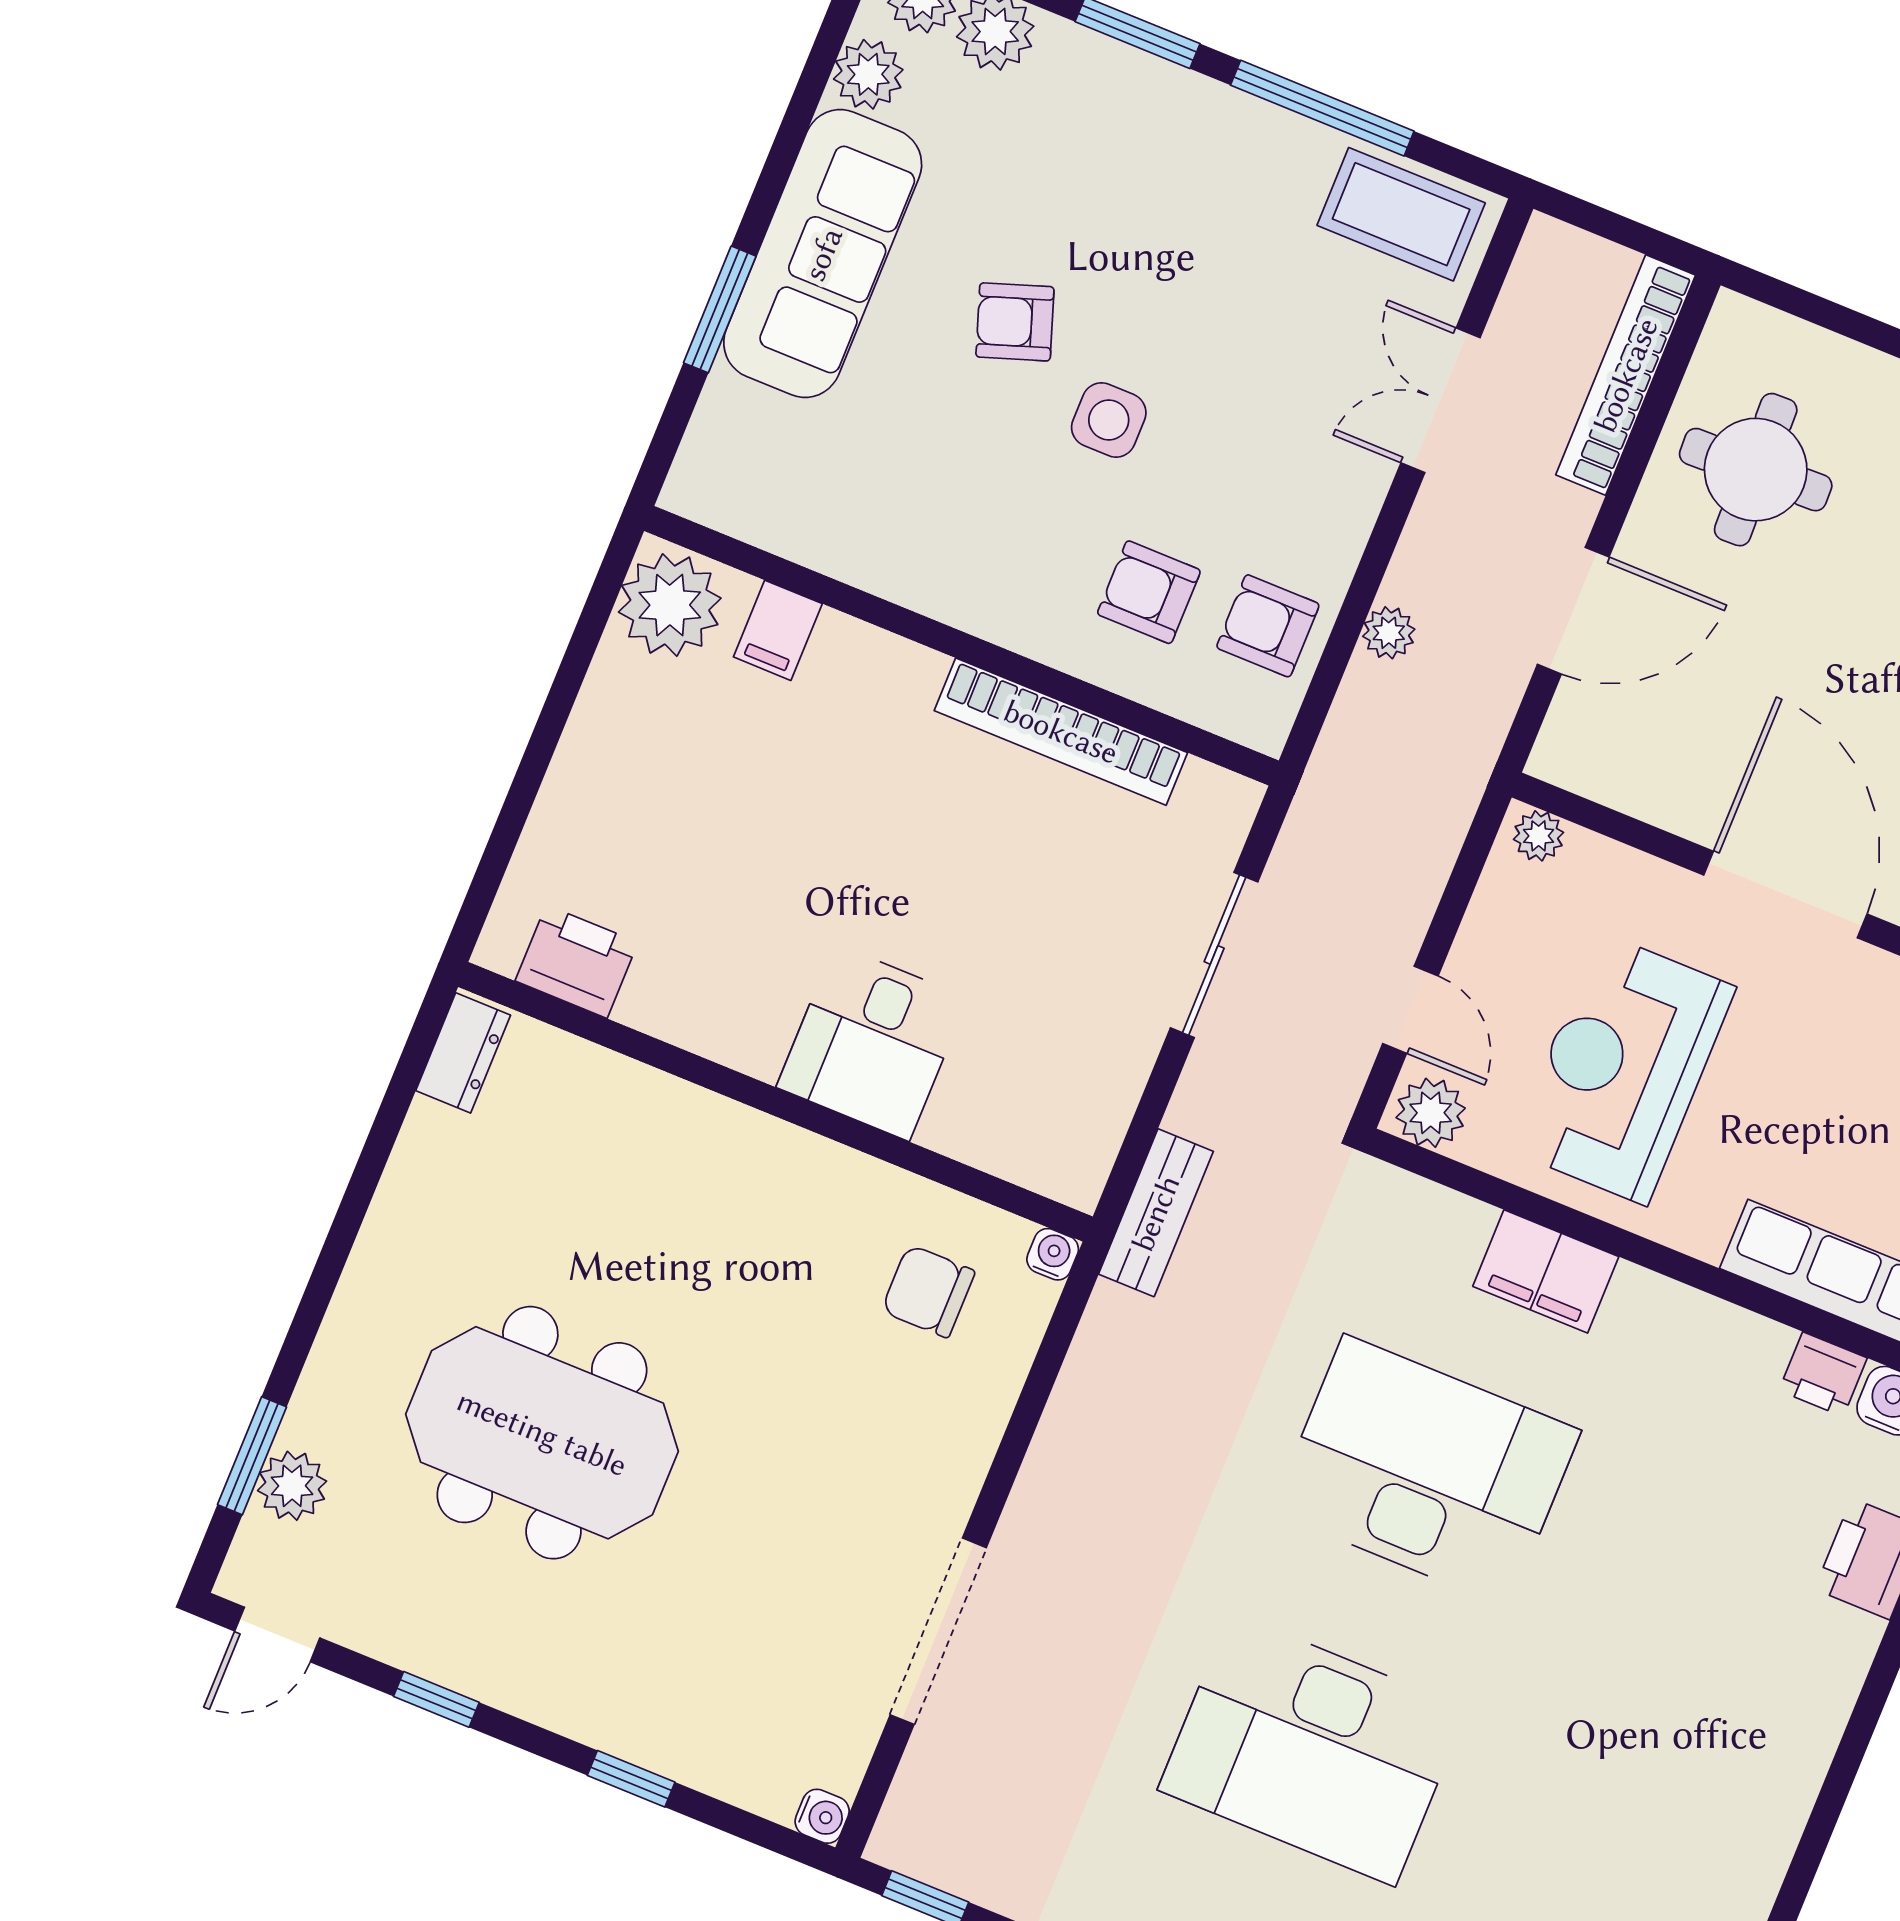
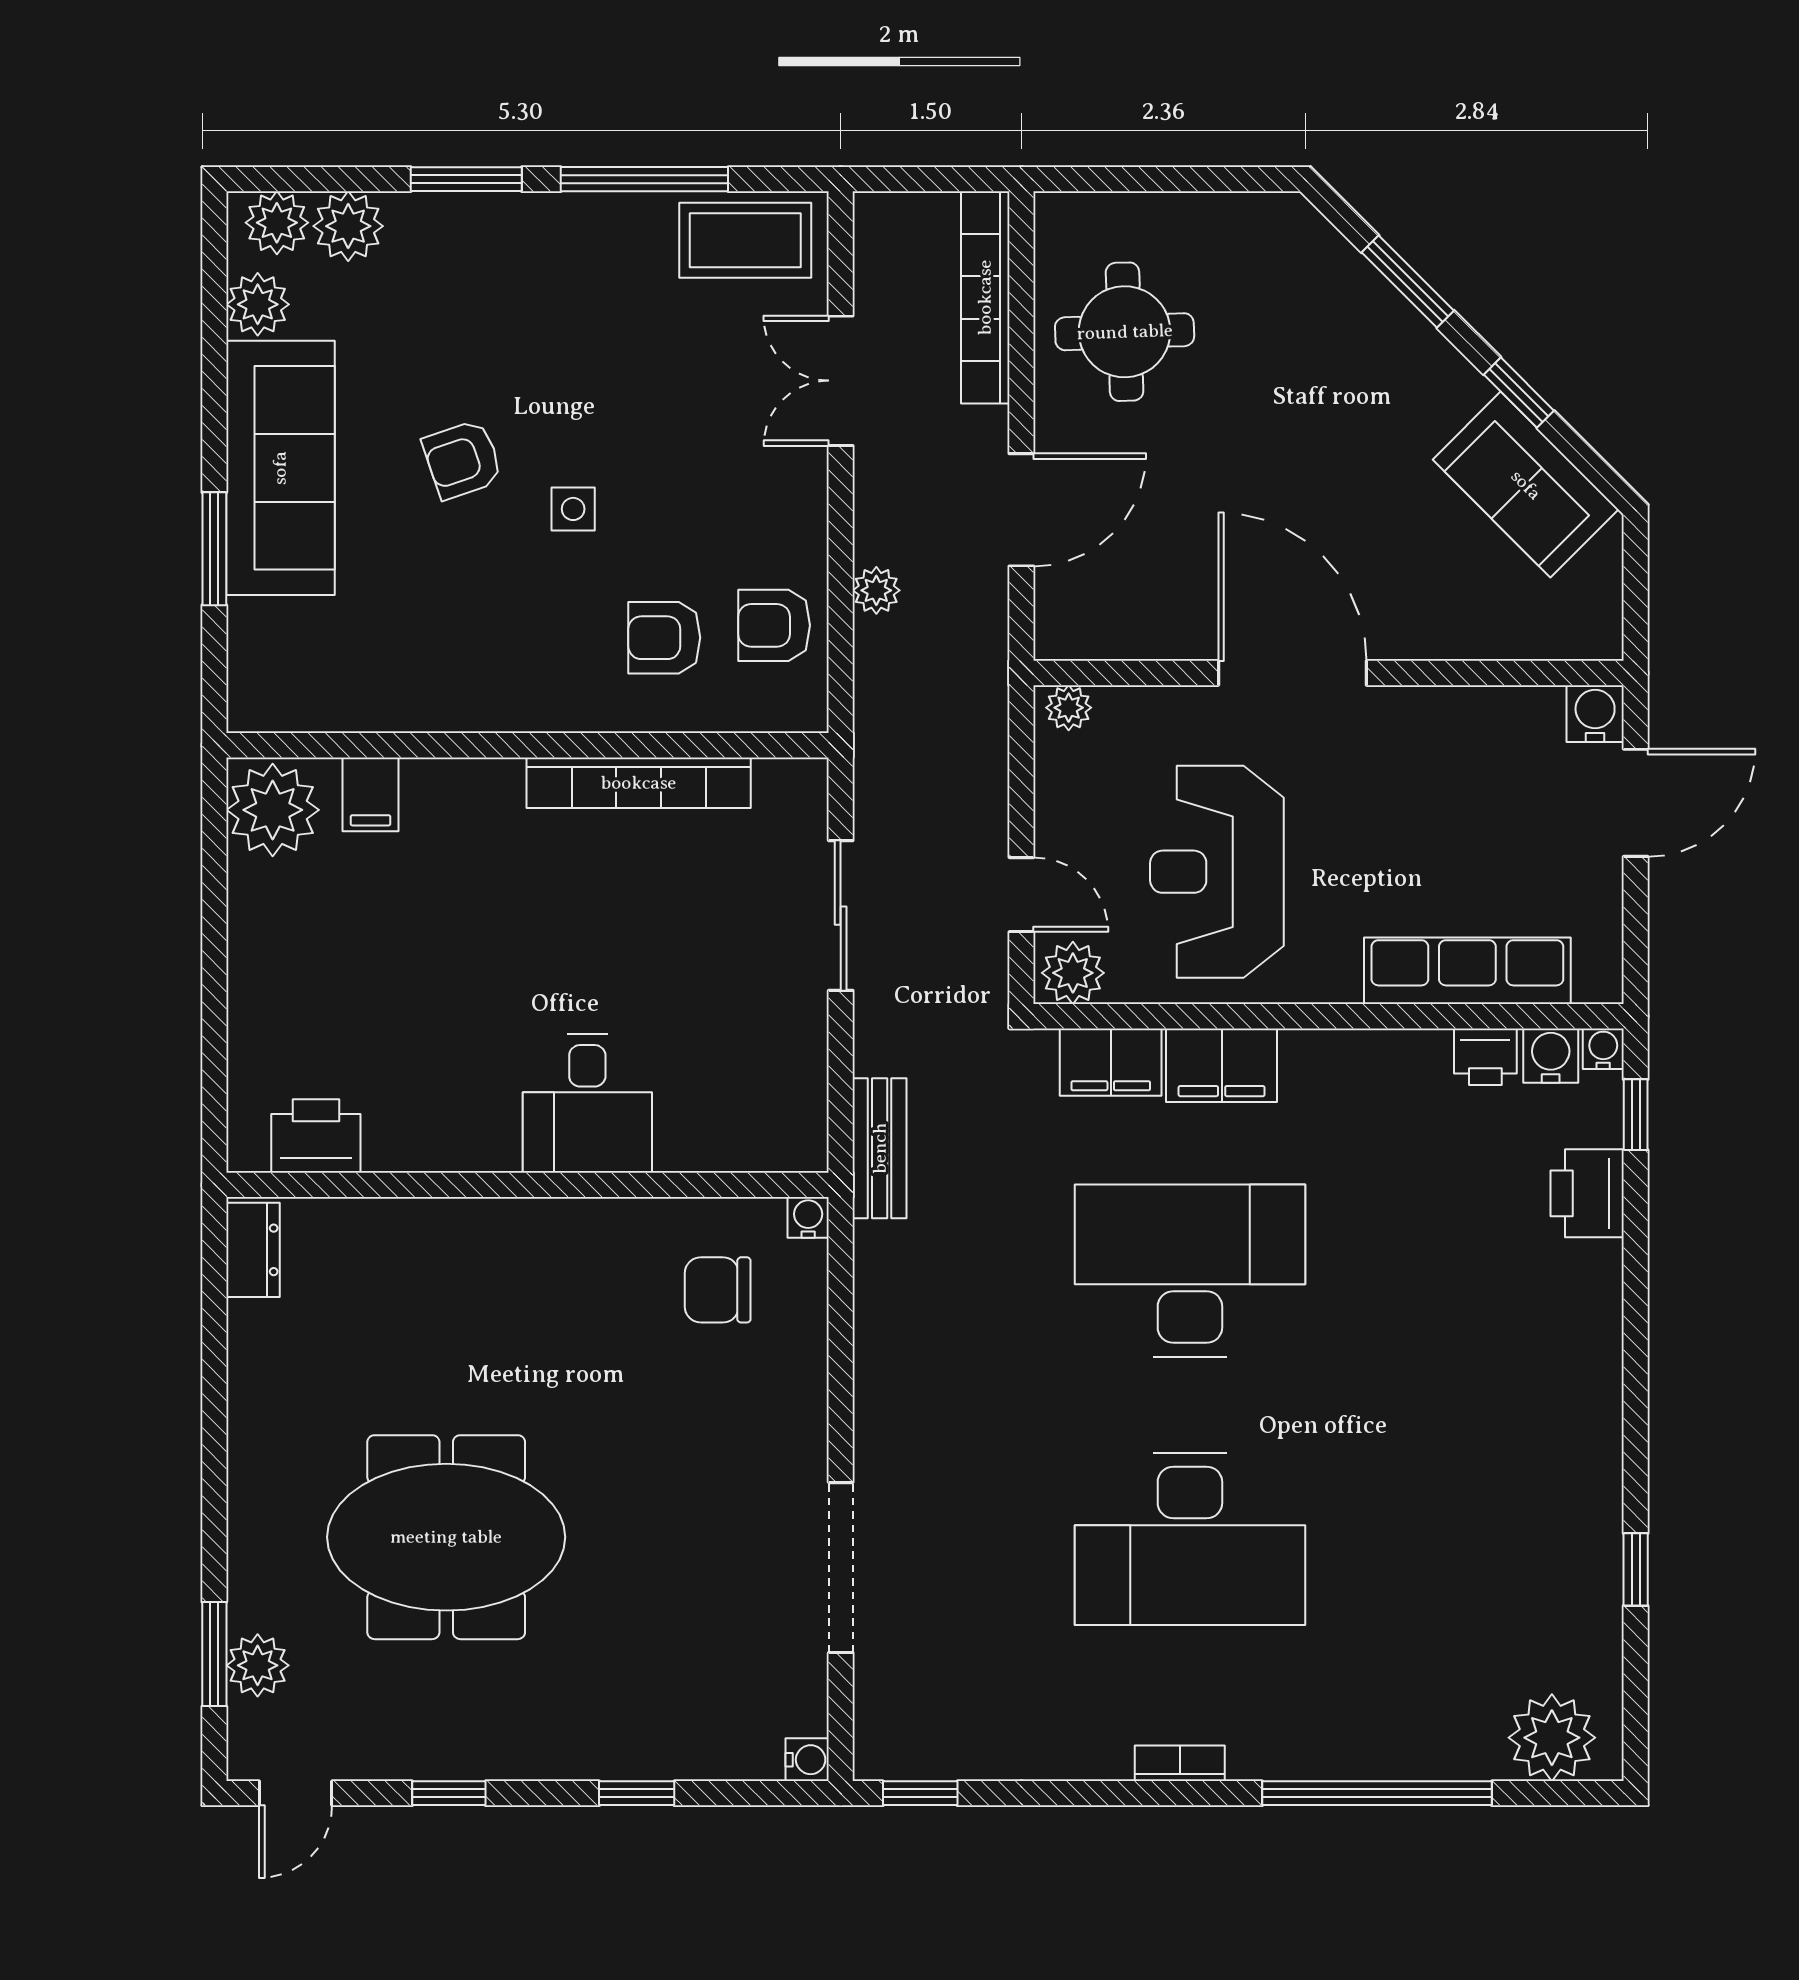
side table: (1109, 420) -> (573, 509), width x0.73, depth x0.73
filing cabinet: (1432, 1221) -> (1111, 1062), added

